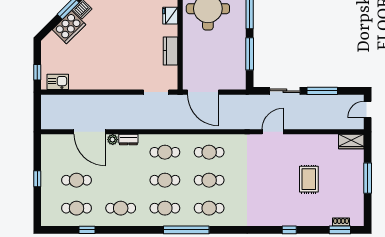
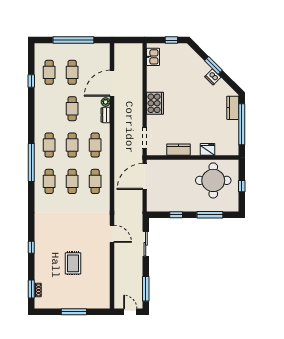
cooker: (69, 27) -> (155, 103), moved, turned -135
window: (250, 54) -> (176, 215), width x0.46
window: (37, 72) -> (171, 40), moved
window: (322, 91) -> (146, 289), moved
wardrobe: (351, 142) -> (104, 298), removed
window: (37, 179) -> (73, 40), width x3.17
rug: (309, 179) -> (73, 263), turned 90
cafe table: (121, 208) -> (72, 109), moved

